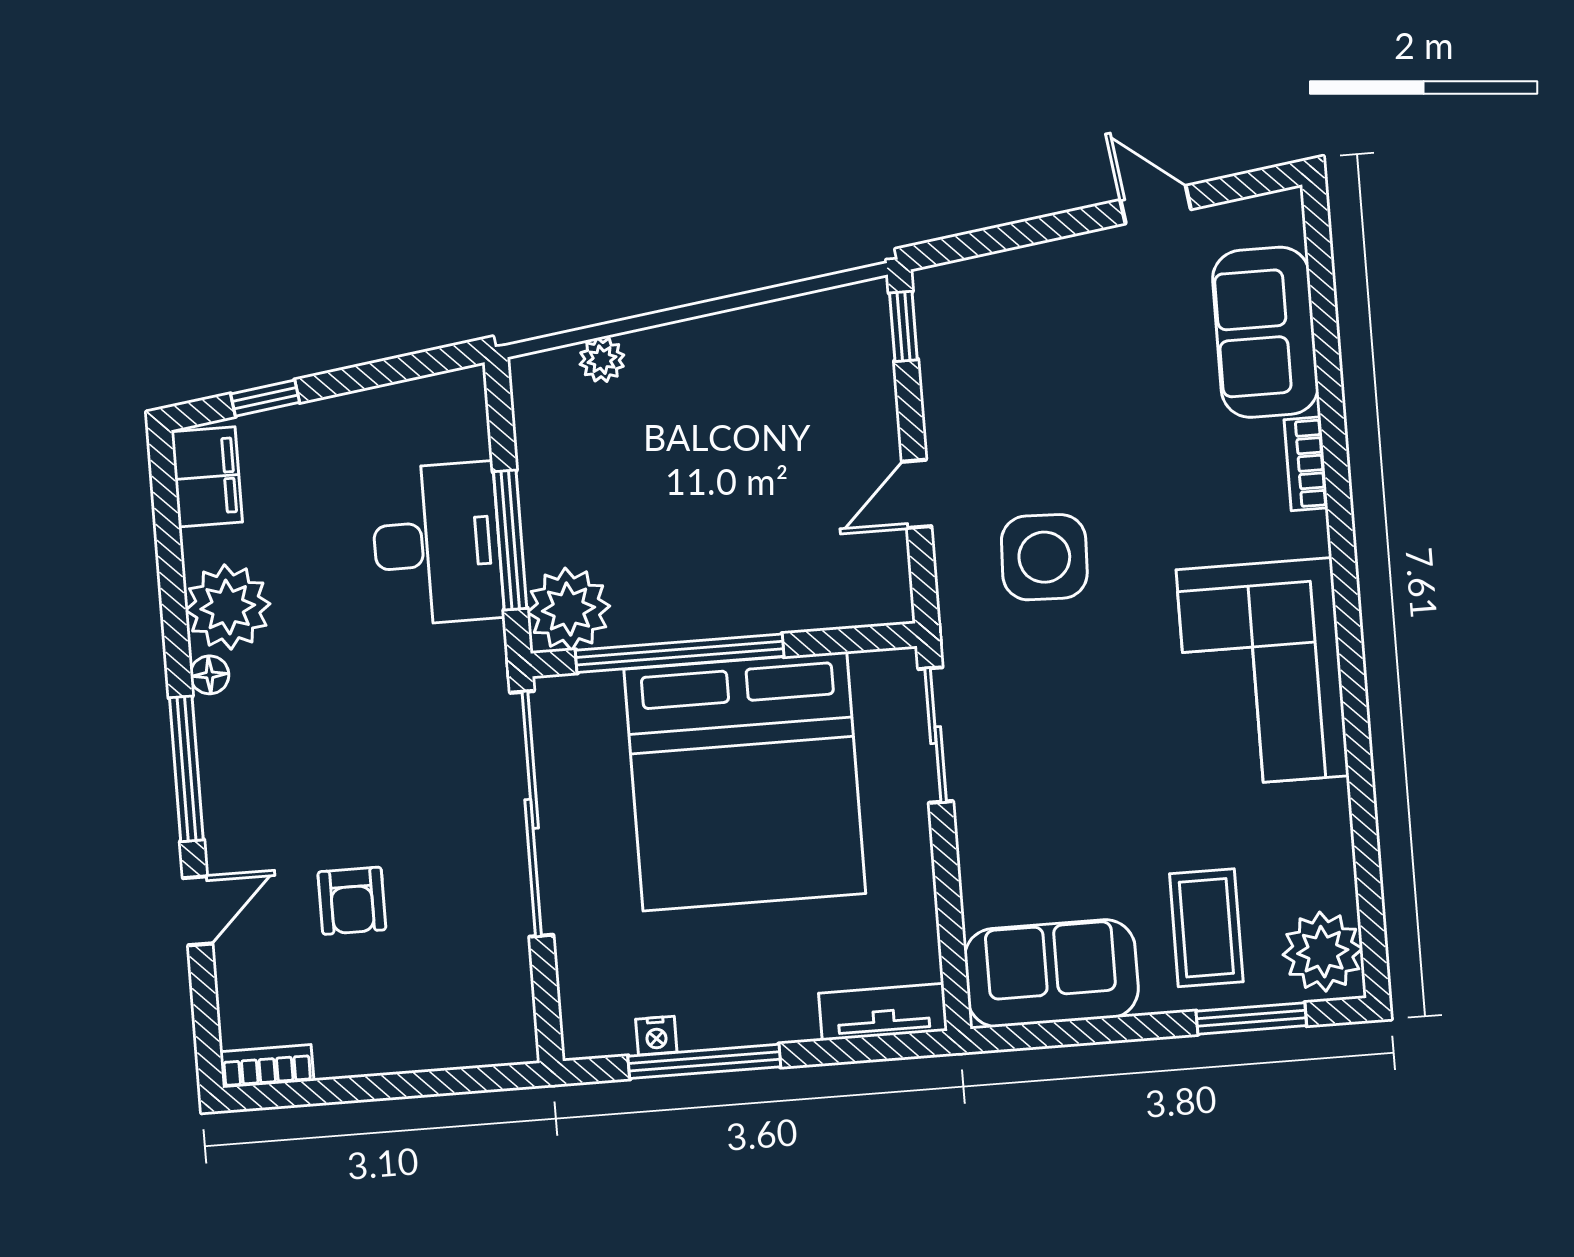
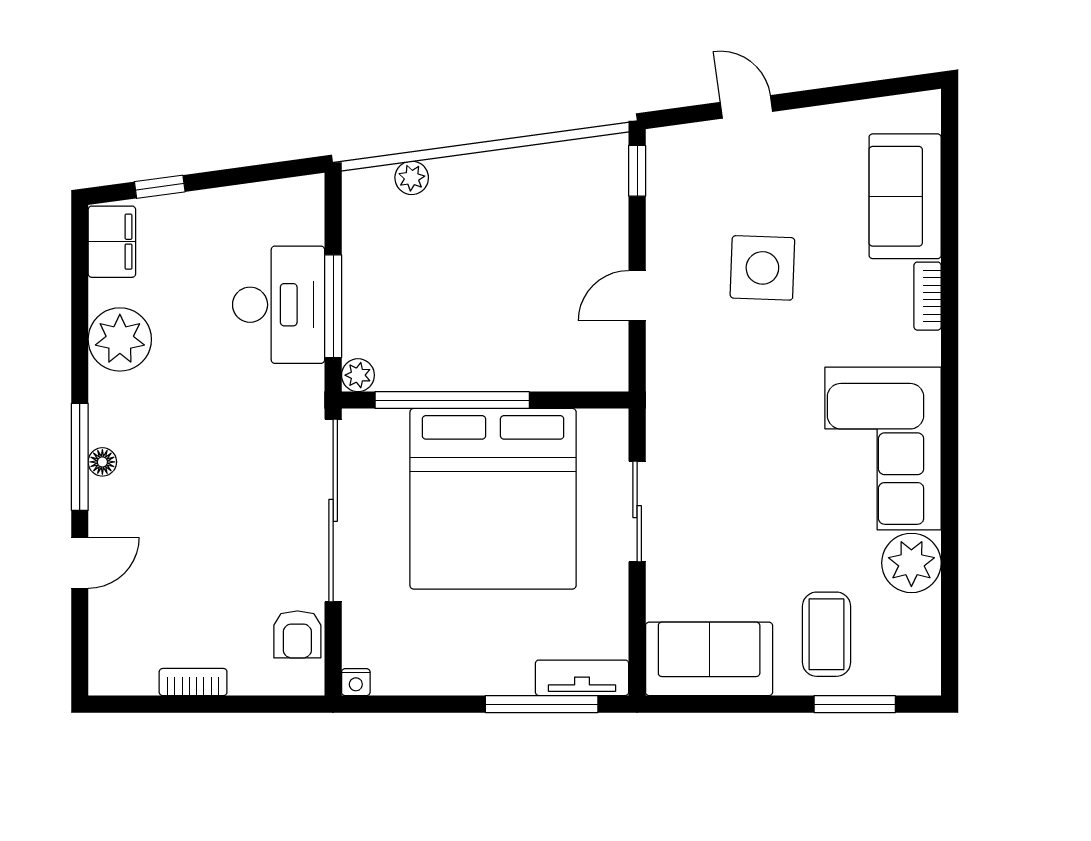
door: (1156, 205) -> (746, 107), moved
side table: (1044, 557) -> (762, 268), moved
plant: (568, 609) -> (358, 375), width x0.53, depth x0.53
floor lamp: (210, 675) -> (102, 462), moved
sliding door: (936, 735) -> (637, 512), moved
armchair: (352, 901) -> (297, 634), moved
plant: (1323, 952) -> (911, 563), moved
nightstand: (656, 1036) -> (356, 682), moved
window: (704, 1061) -> (542, 704), moved
bookcase: (267, 1066) -> (193, 682), moved

